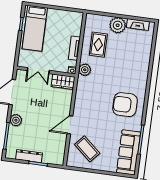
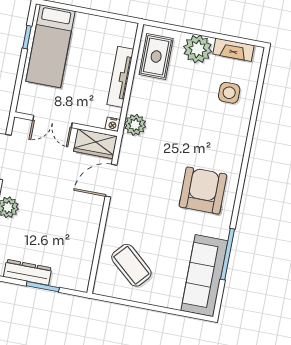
rug: (98, 45) -> (156, 57), moved
tv unit: (74, 48) -> (120, 77), width x1.41
side table: (137, 49) -> (229, 93), added
armchair: (125, 105) -> (203, 190), turned 90
door: (70, 125) -> (111, 181), moved

